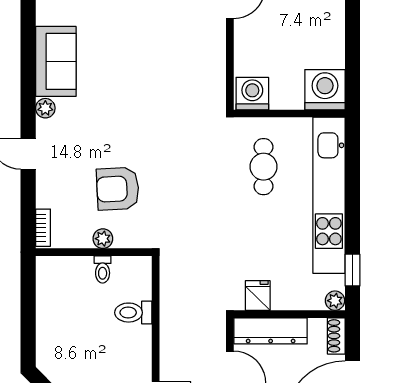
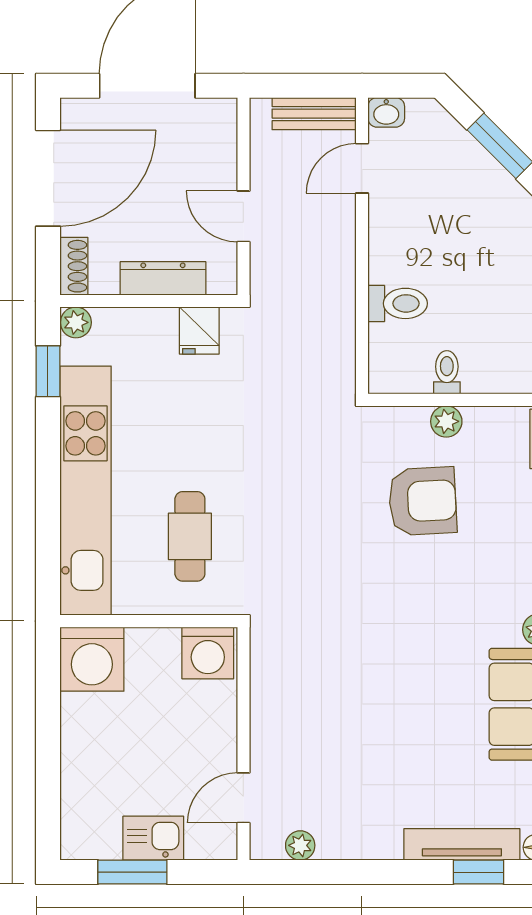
dresser: (271, 331) -> (163, 278), width x0.73, depth x0.80

